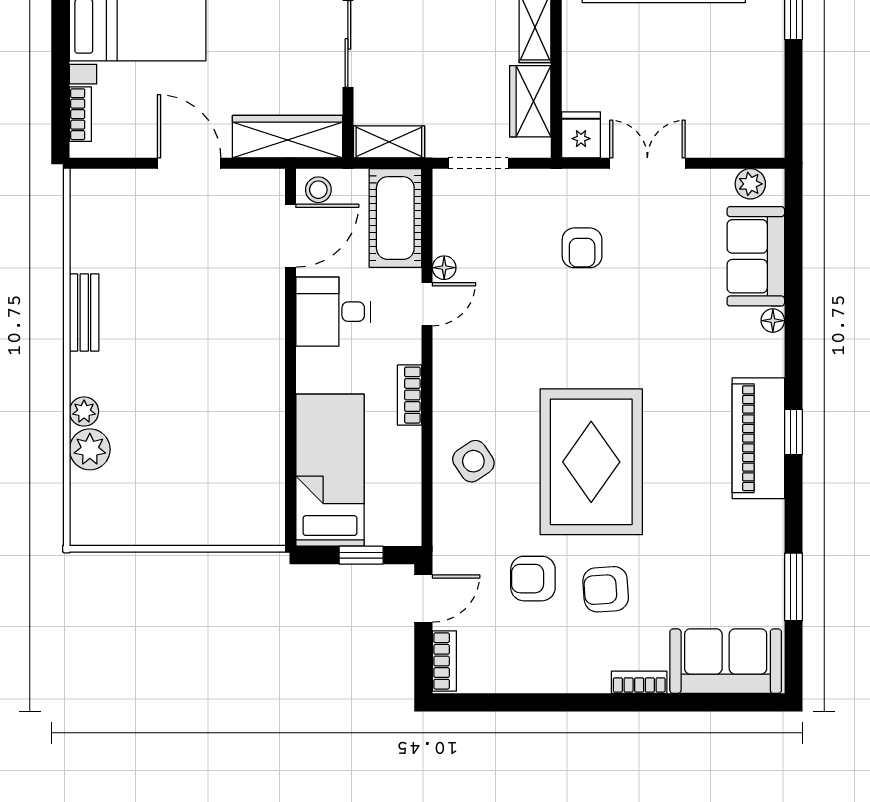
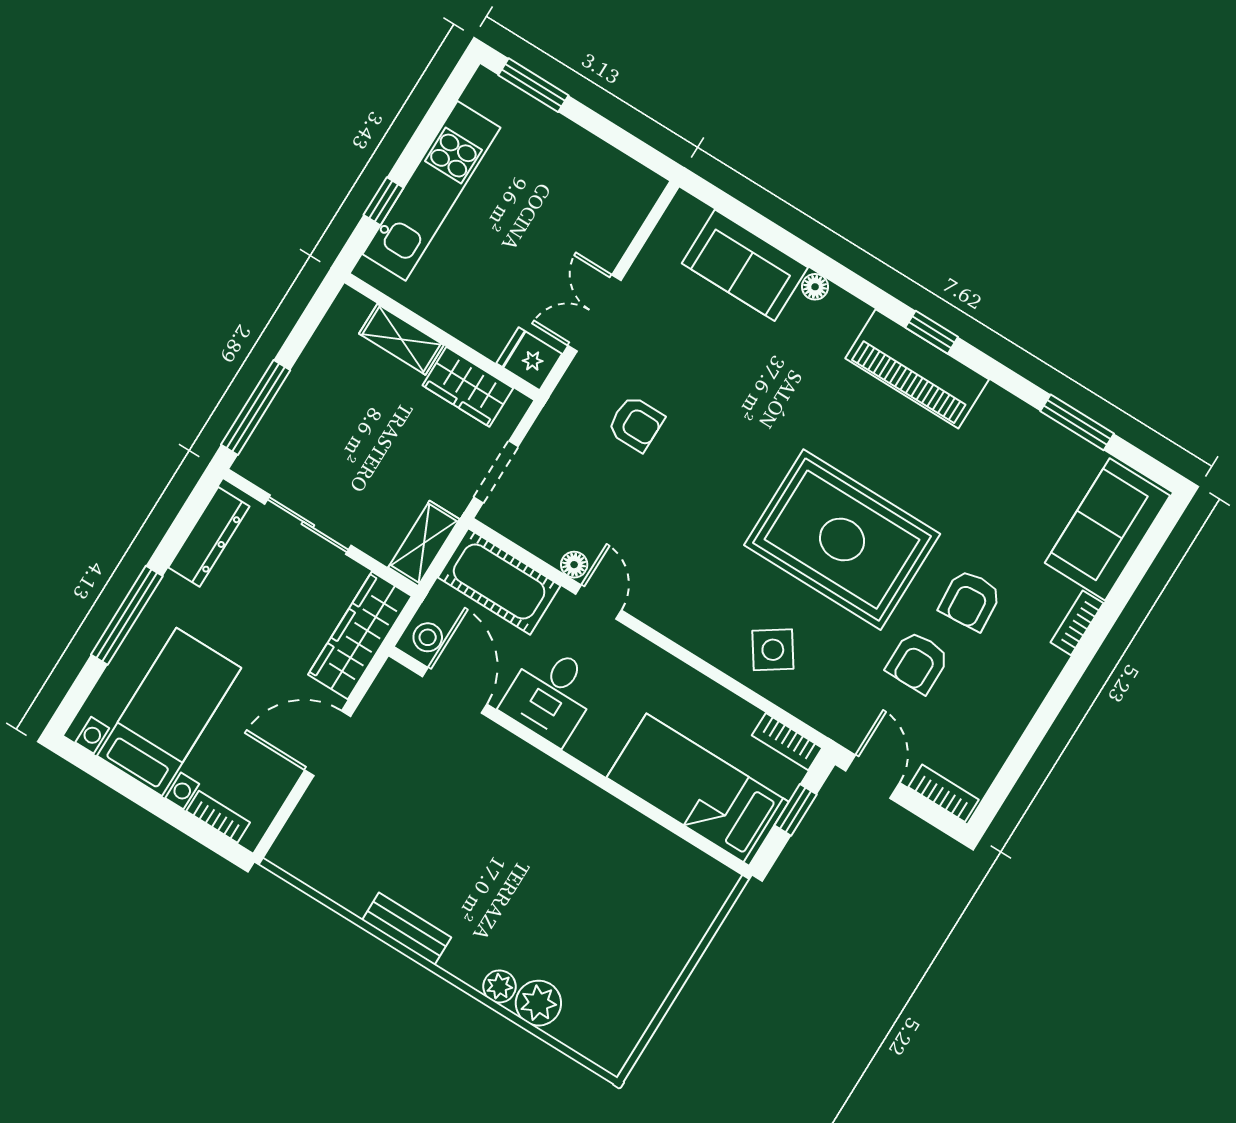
plant: (750, 184) -> (674, 228), removed
bookcase: (410, 395) -> (787, 742), moved

